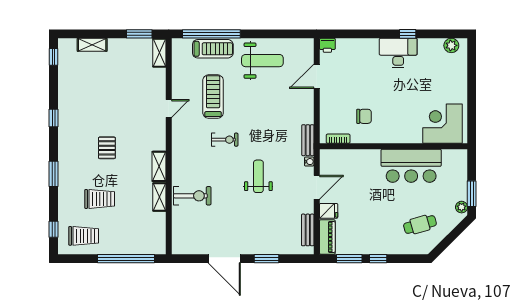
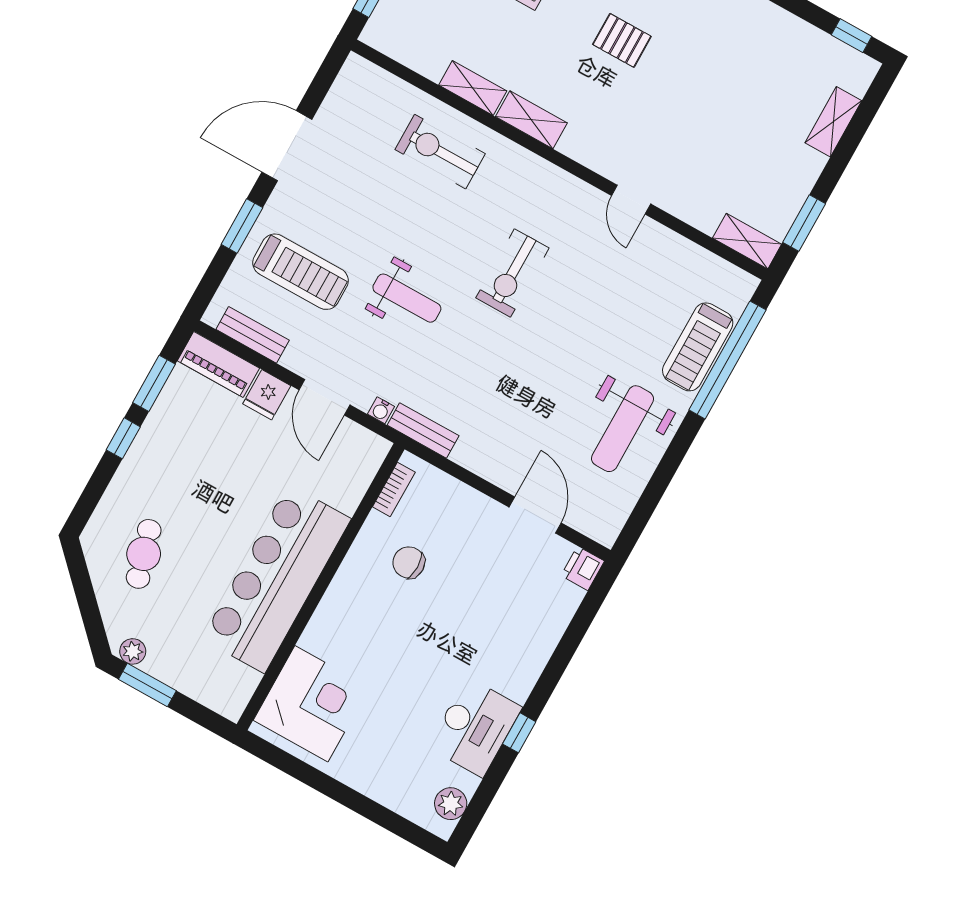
desk: (398, 53) -> (475, 727), moved
treadmill: (213, 97) -> (301, 272), moved
chair: (364, 116) -> (409, 562), turned 90
exercise bike: (225, 140) -> (512, 273), width x1.38, depth x1.39
bar counter: (411, 166) -> (276, 579), width x1.36
exercise bike: (192, 196) -> (440, 152), turned 90

